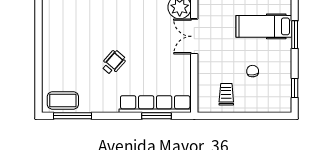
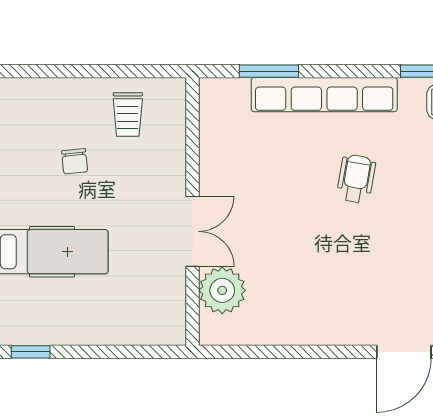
wheelchair: (113, 62) -> (356, 179), turned 149
row of seats: (155, 104) -> (324, 95), moved

